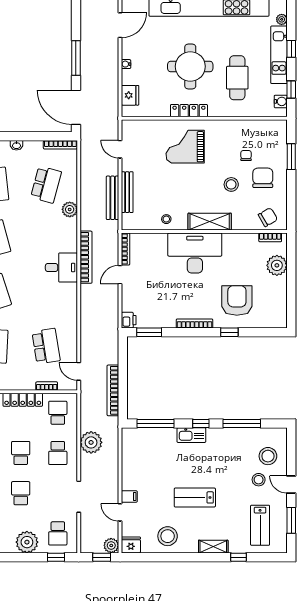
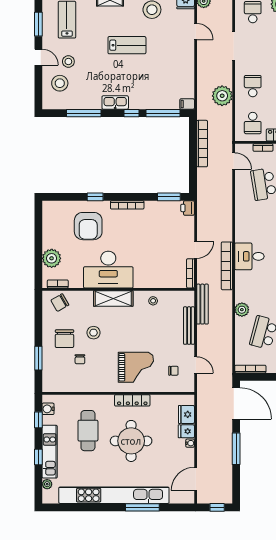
fridge: (130, 77) -> (186, 431), added
chair: (144, 143) -> (173, 371), added
bench: (113, 198) -> (202, 304), moved
desk: (195, 253) -> (108, 270), moved
window: (201, 423) -> (132, 113), moved
kitchen sink: (191, 435) -> (115, 102), moved
filing cabinet: (129, 496) -> (187, 104), moved

